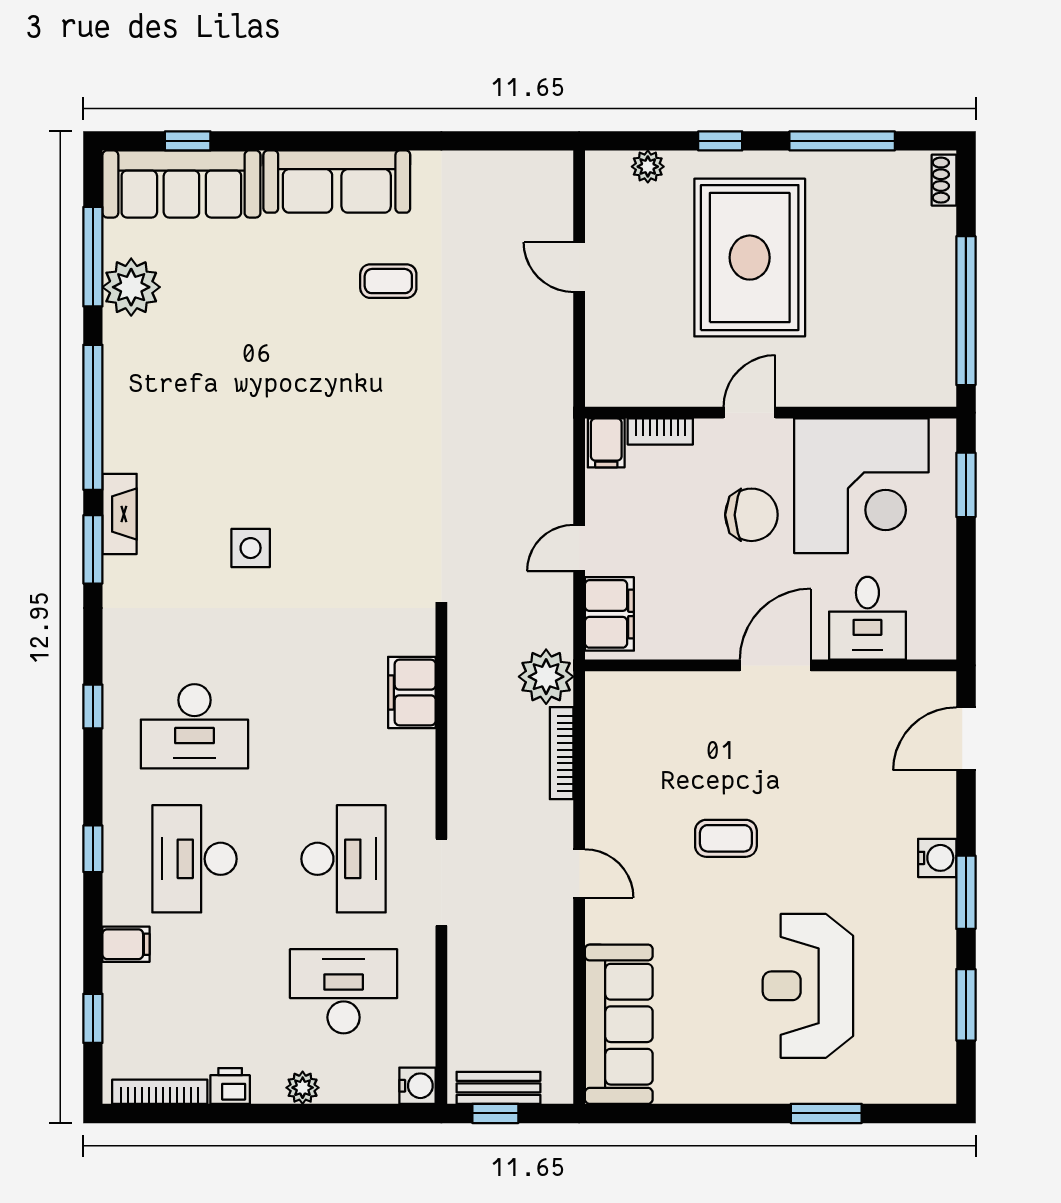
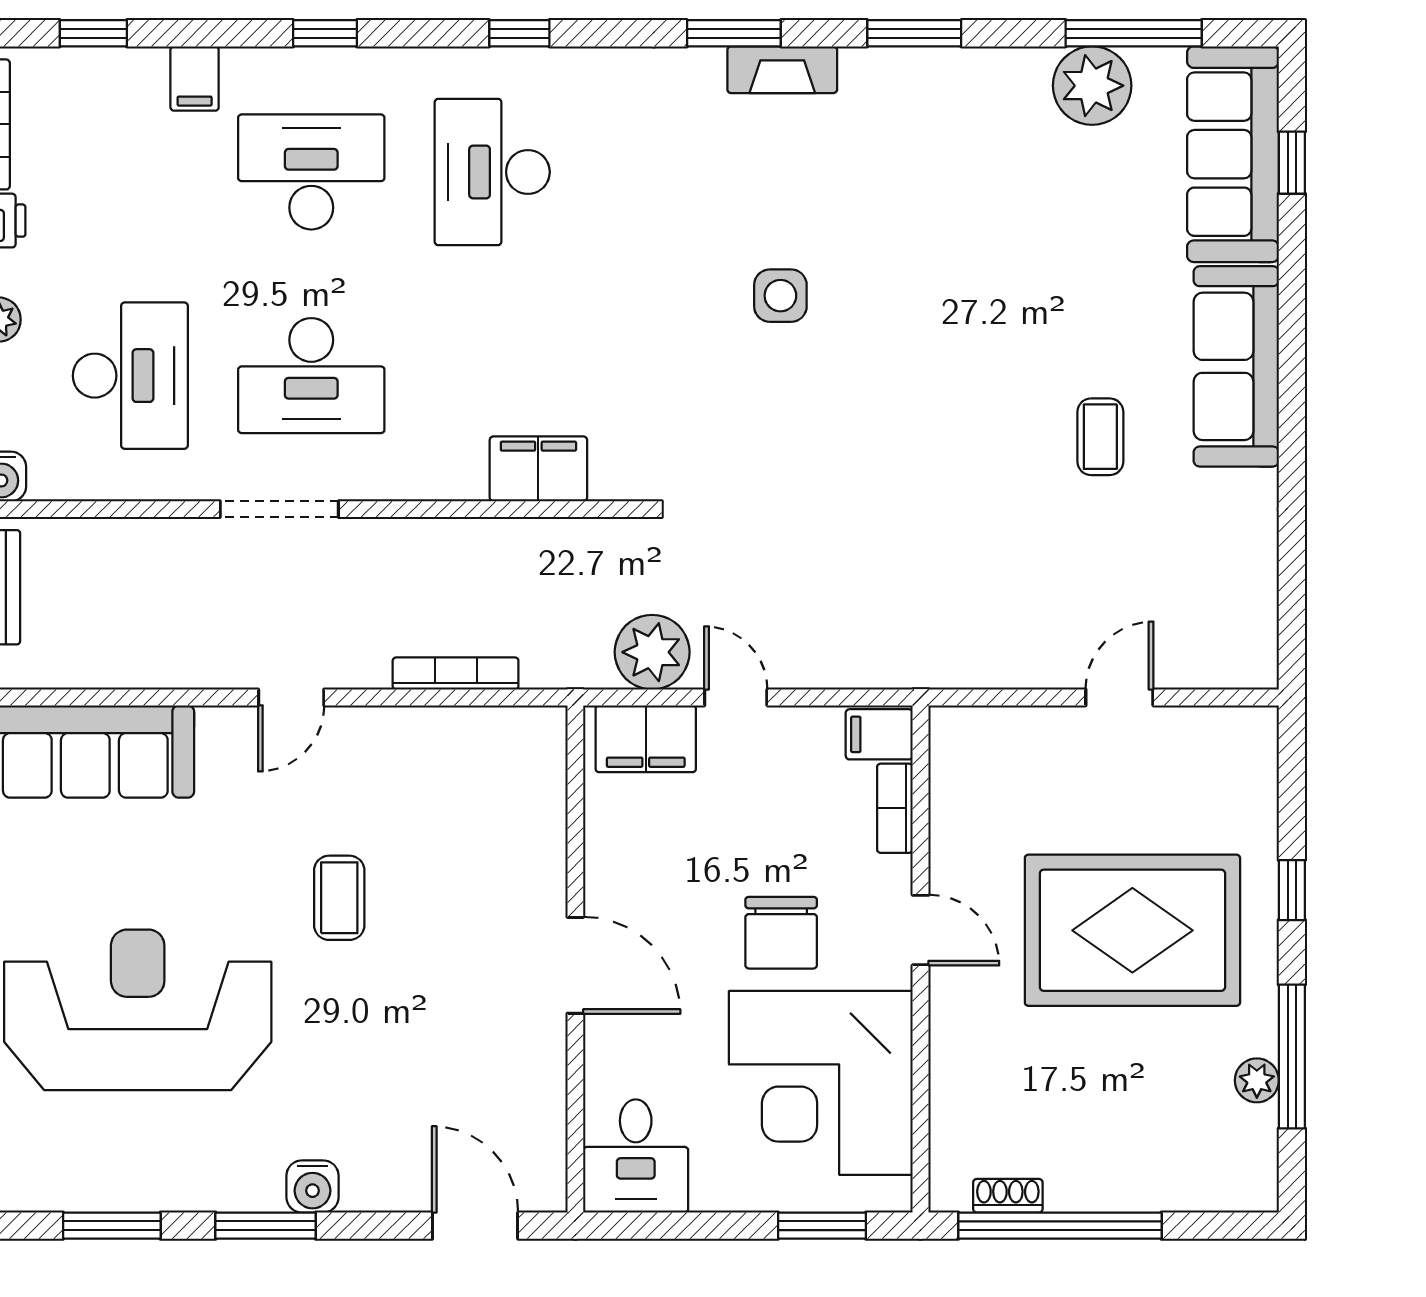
plant: (648, 167) -> (1257, 1080), moved
shoe rack: (944, 180) -> (1008, 1196), moved
window: (93, 417) -> (914, 33), width x0.47
side table: (251, 548) -> (780, 296), moved
desk: (867, 618) -> (636, 1156), moved, turned -90
plant: (546, 677) -> (652, 652), moved
reception desk: (808, 986) -> (138, 1010), width x1.36, depth x1.30

